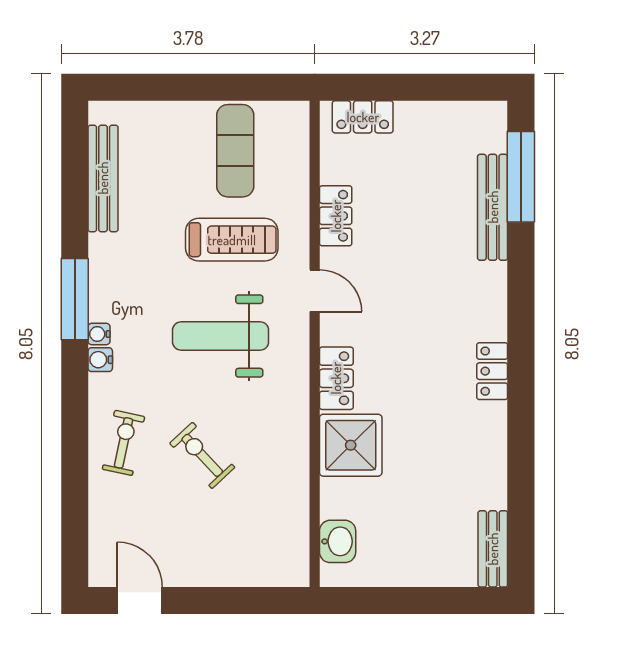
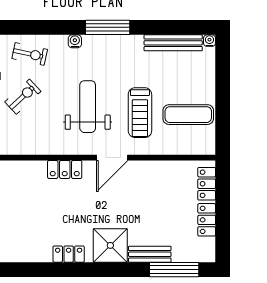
bench: (493, 207) -> (150, 254), width x0.73
locker: (336, 216) -> (207, 220), moved, turned 90
door: (315, 291) -> (112, 158), width x1.38
water cooler: (99, 334) -> (209, 41), moved
shower: (351, 445) -> (110, 245), moved

